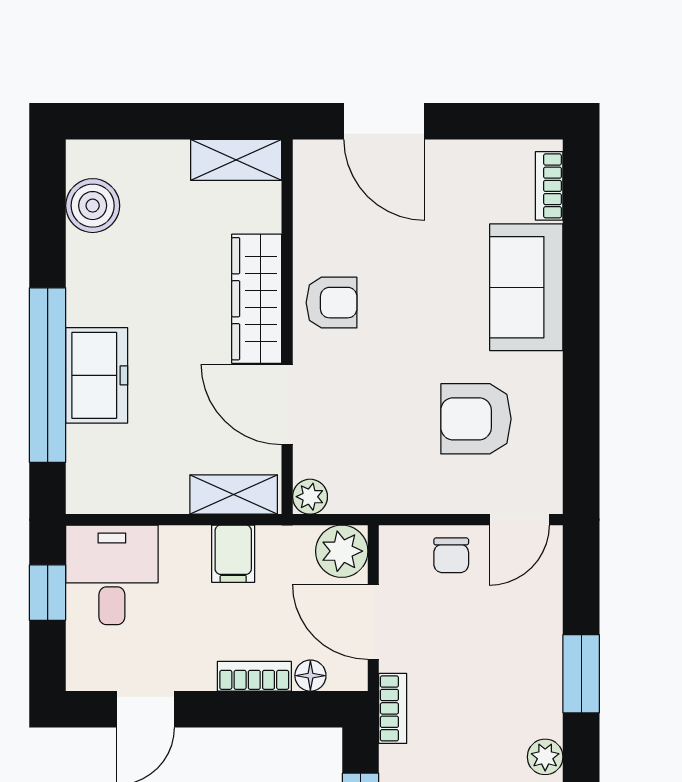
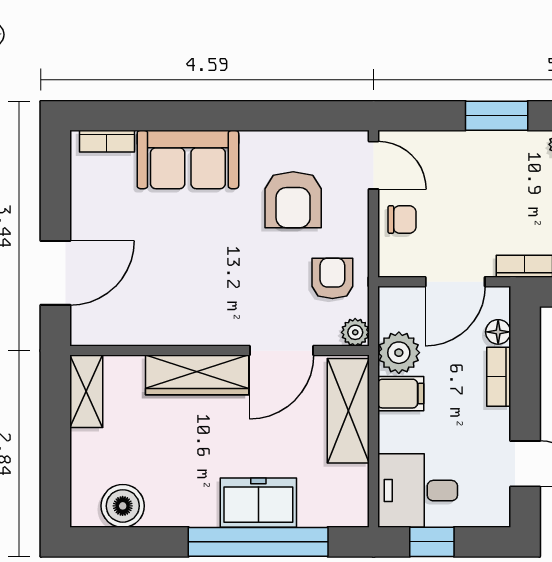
armchair: (332, 303) -> (332, 278), moved
shelving: (234, 494) -> (348, 411), width x1.50, depth x1.33
plant: (342, 551) -> (399, 353), moved

